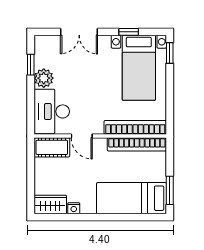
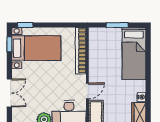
window: (129, 32) -> (9, 44), moved
bookcase: (137, 144) -> (94, 50), removed
window: (170, 190) -> (117, 25), moved

